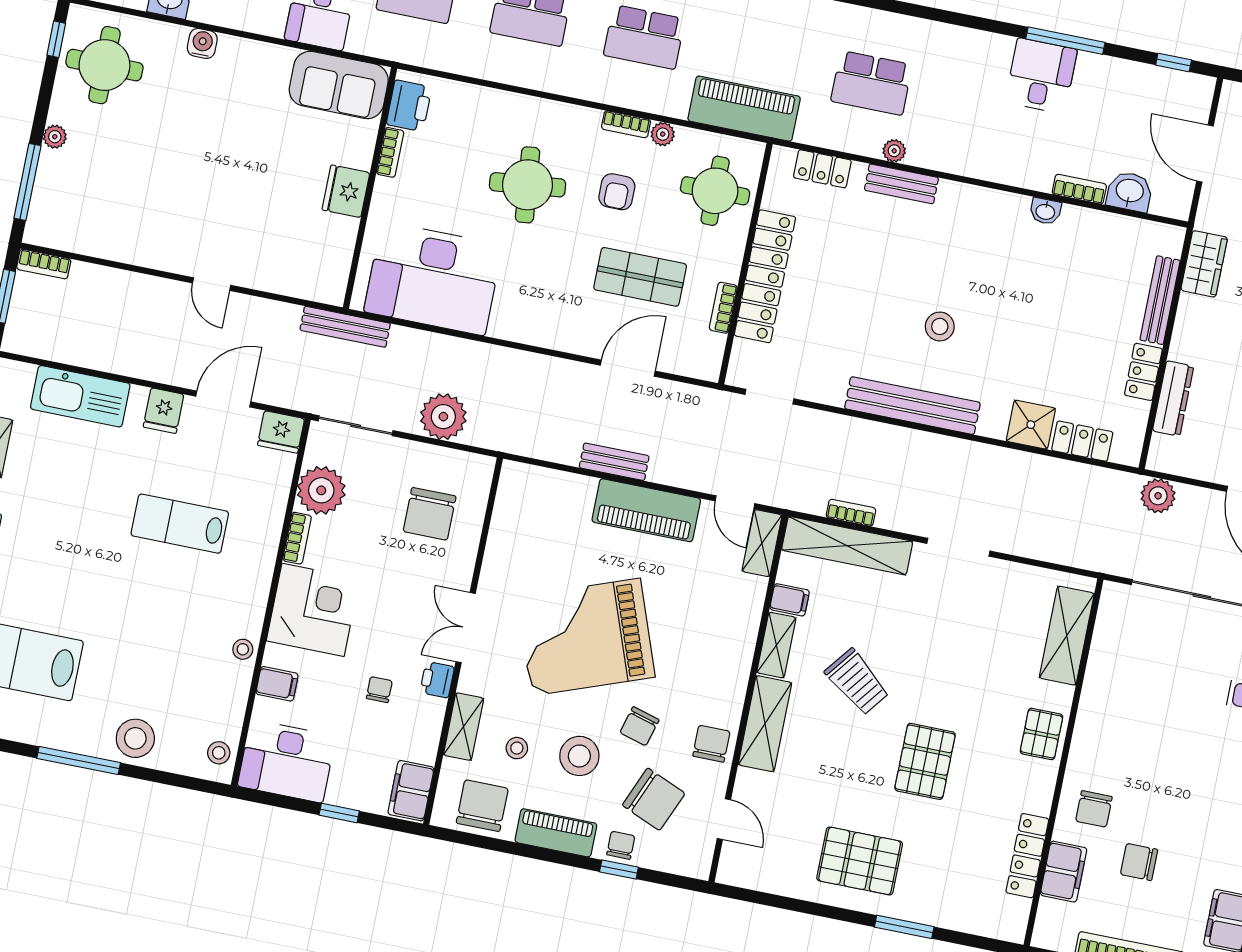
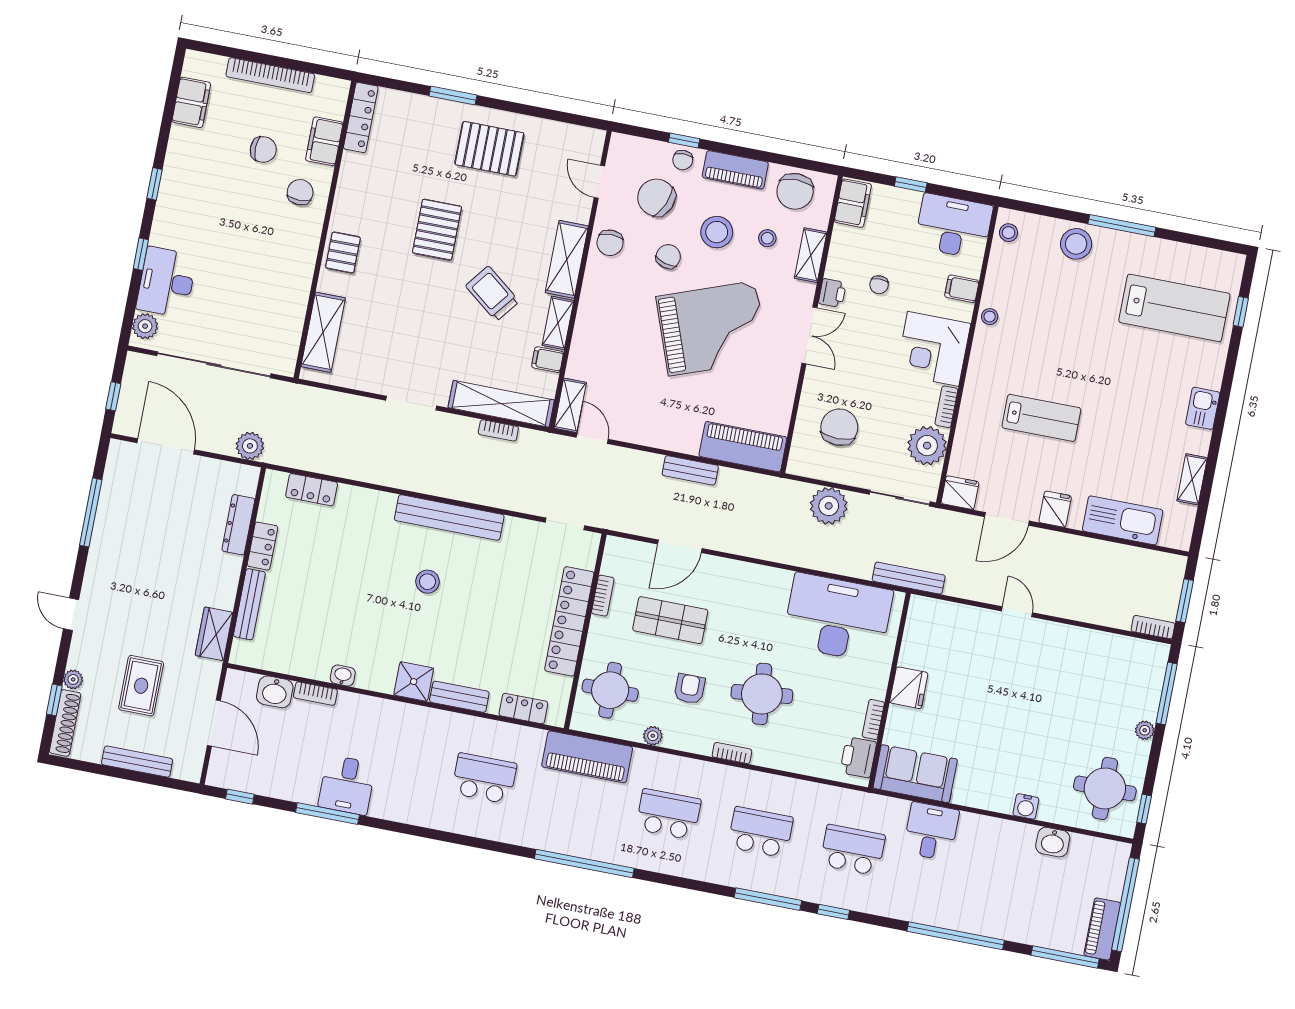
bookcase: (626, 124) -> (732, 753), moved
plant: (894, 151) -> (465, 724), removed
shower: (1031, 425) -> (414, 682), moved
piano: (646, 510) -> (743, 447), moved
locker: (1027, 856) -> (361, 118), moved

